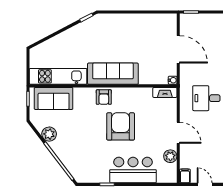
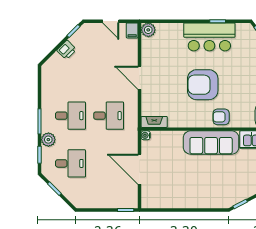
armchair: (104, 97) -> (221, 117), turned -90
armchair: (121, 126) -> (203, 85), turned 90
plant: (170, 156) -> (148, 30), moved
bar counter: (133, 170) -> (209, 37), moved

